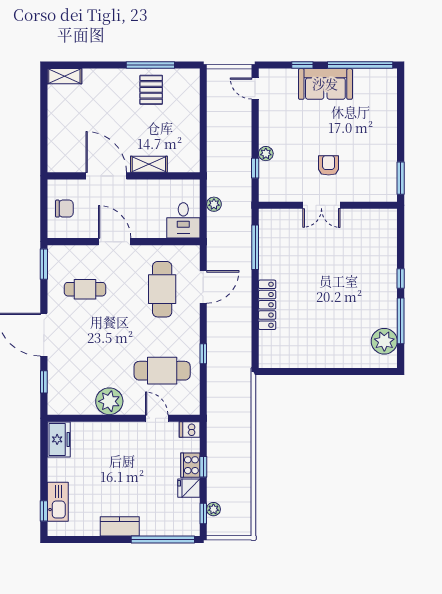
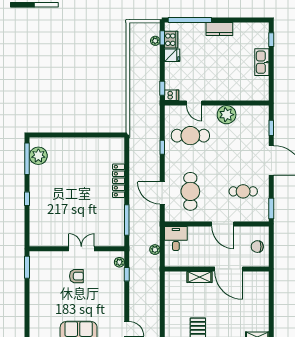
plant: (266, 154) -> (119, 262), moved
armchair: (329, 165) -> (76, 276), turned -90
door: (203, 287) -> (162, 193), hinge flipped
window: (401, 321) -> (27, 159), moved
freezer: (59, 439) -> (261, 89), removed
cooker: (190, 465) -> (171, 40), moved
window: (203, 467) -> (162, 88), moved
kitchen sink: (58, 502) -> (262, 62), moved

